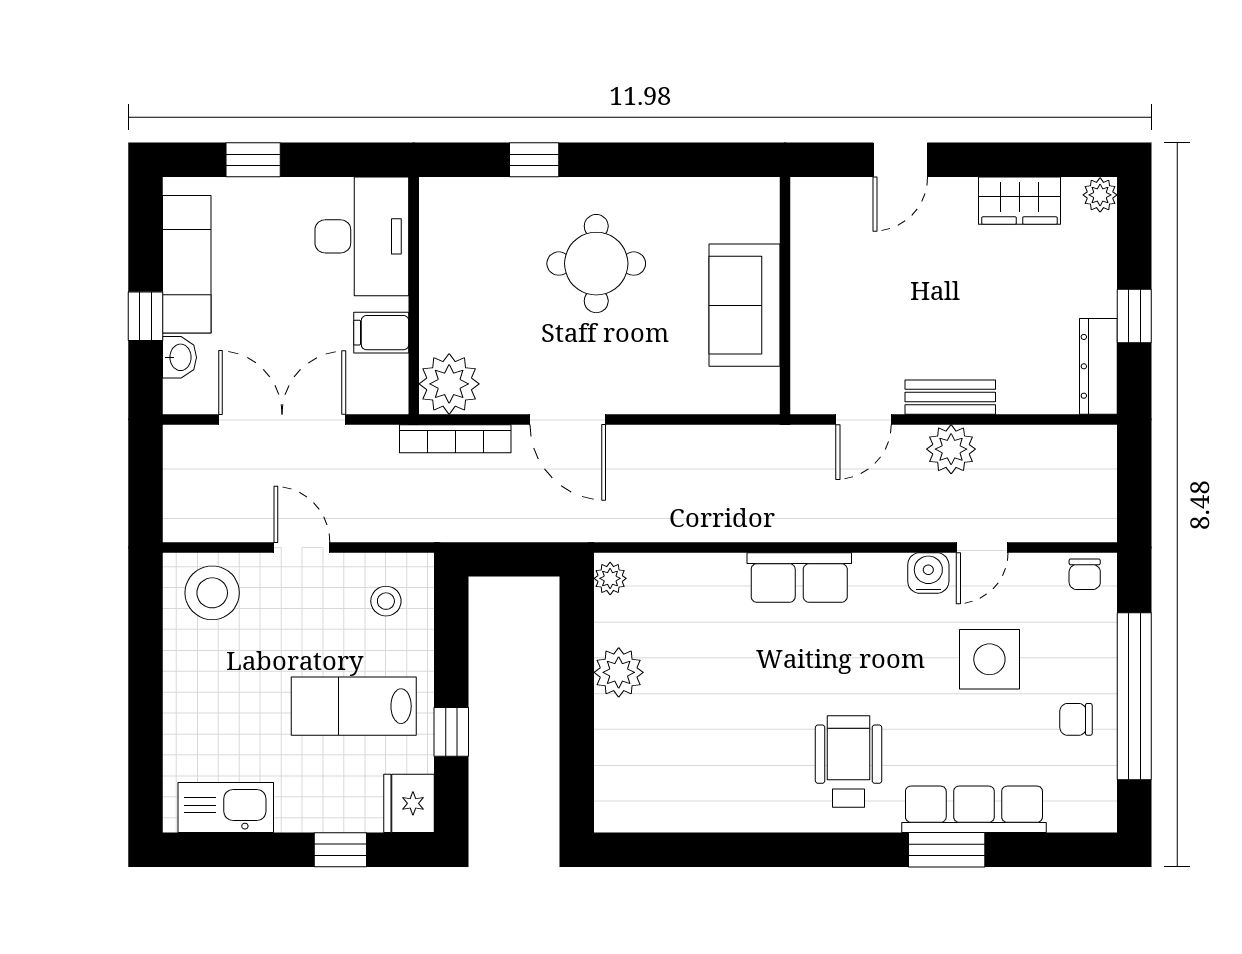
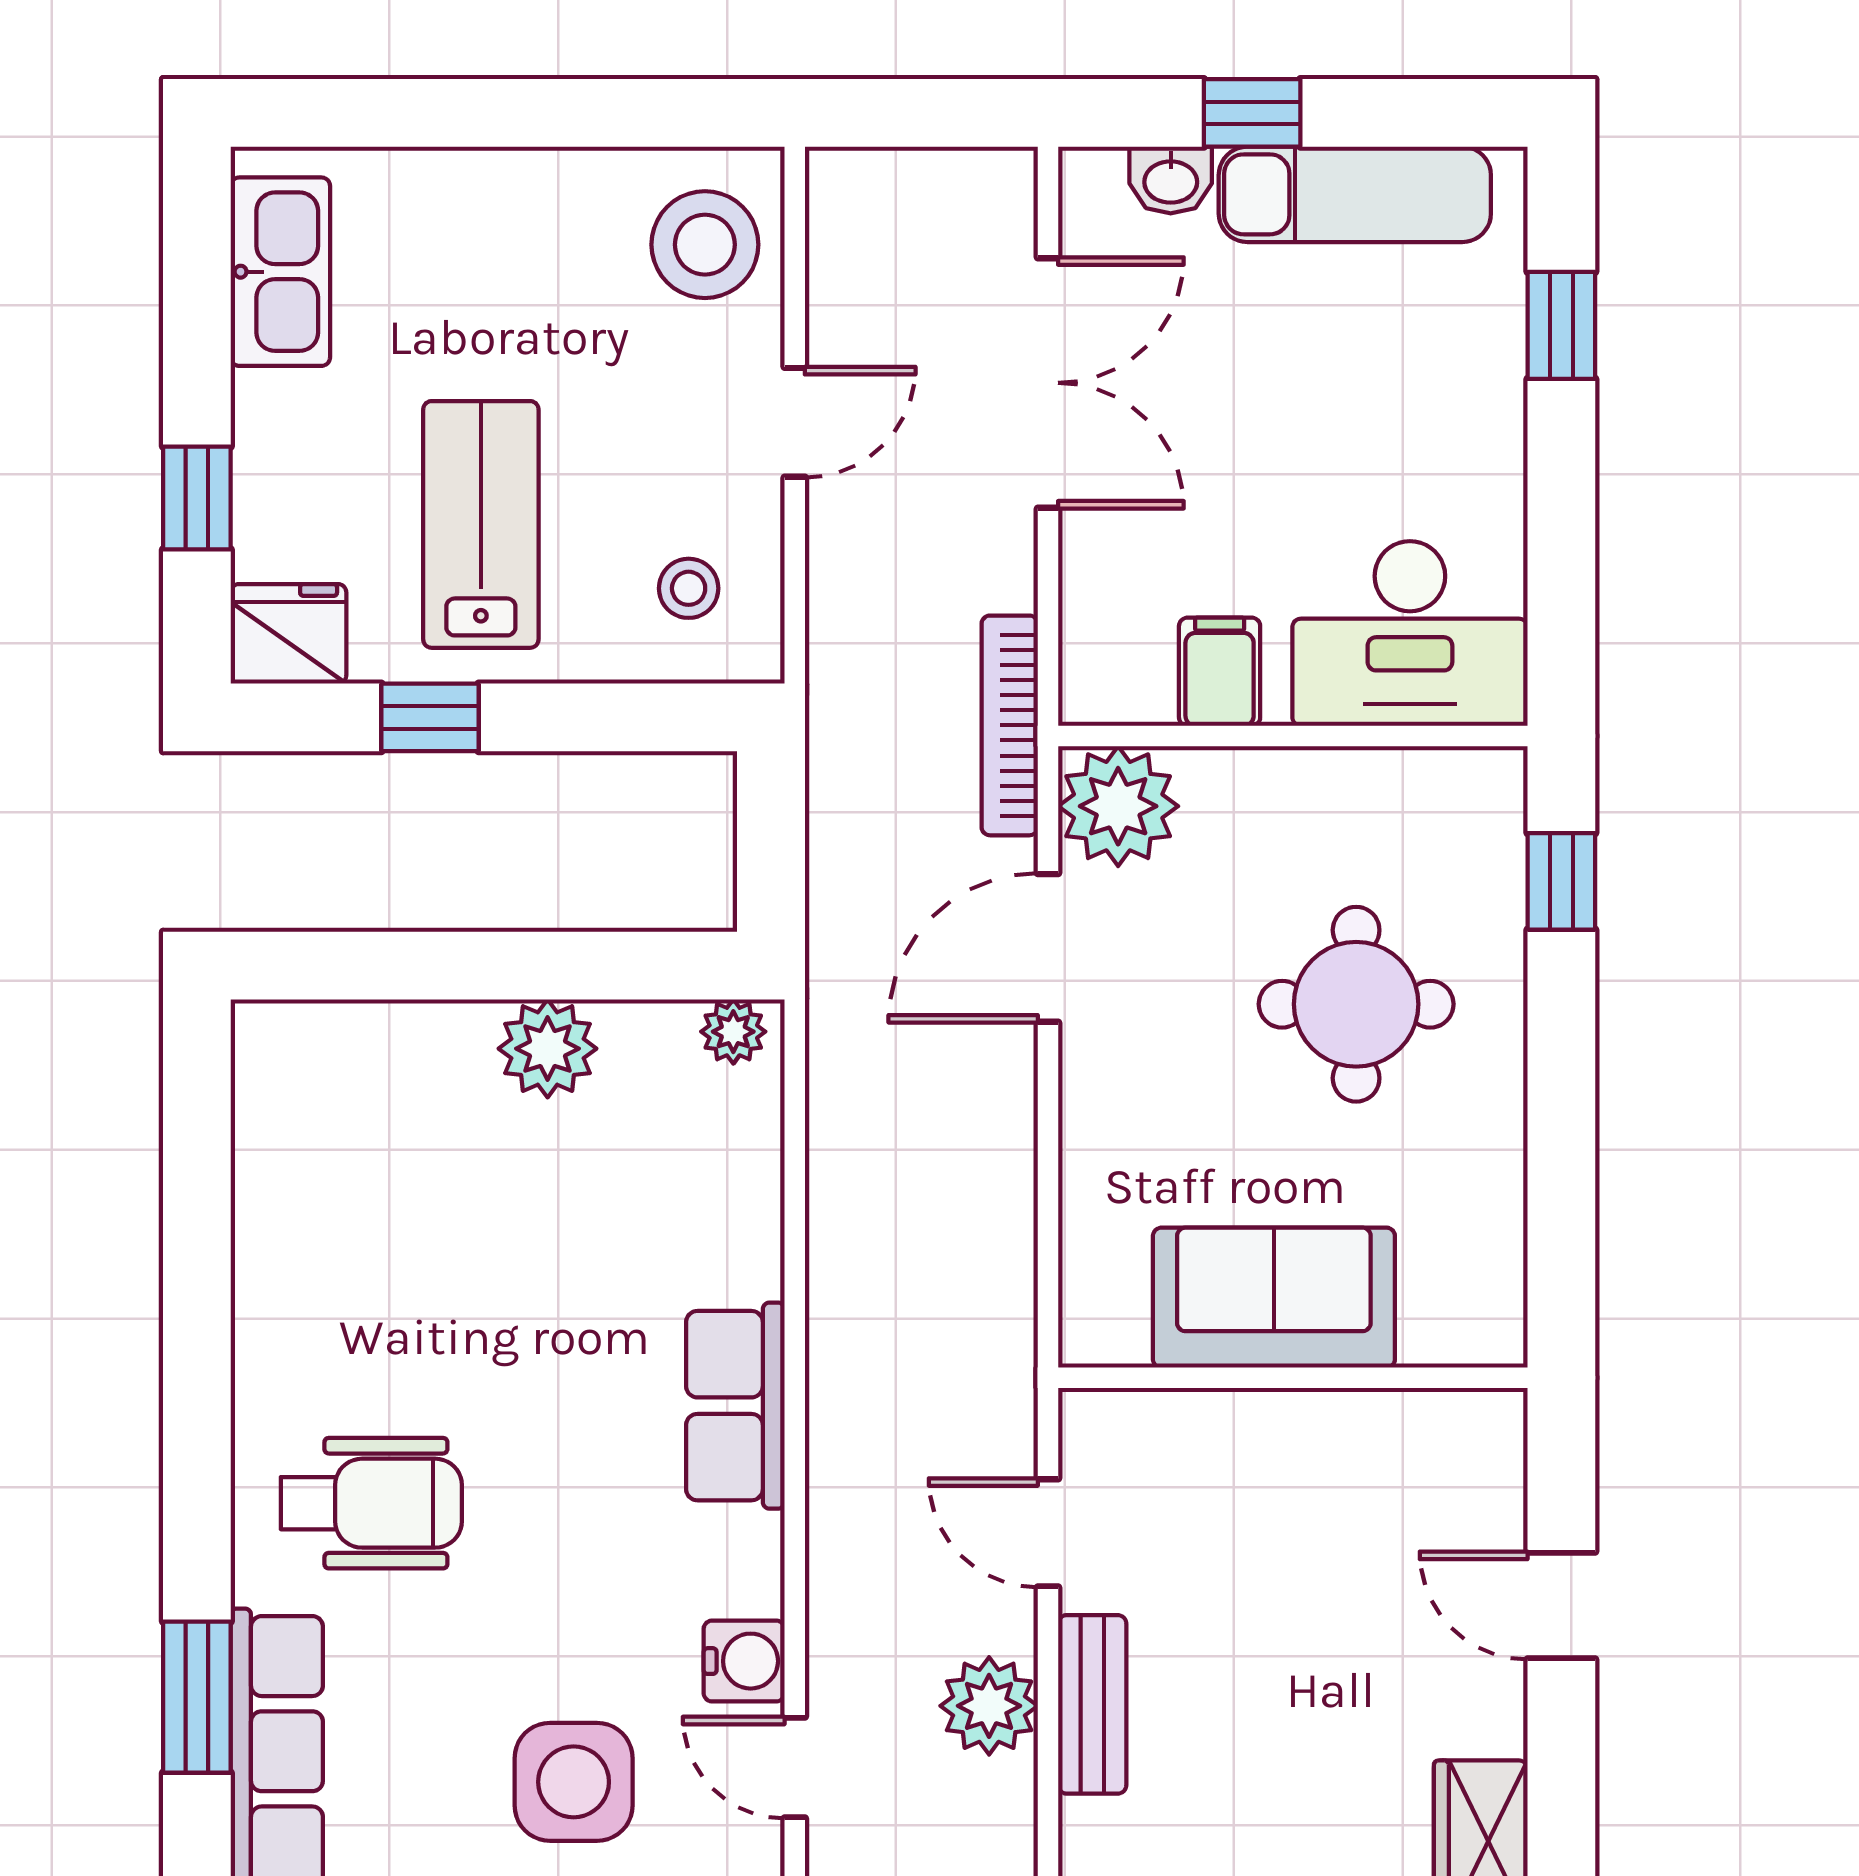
desk: (362, 236) -> (1410, 633), moved
wall: (414, 296) -> (1293, 736), moved
filing cabinet: (381, 333) -> (1220, 672), moved
plant: (449, 384) -> (1118, 806), moved

